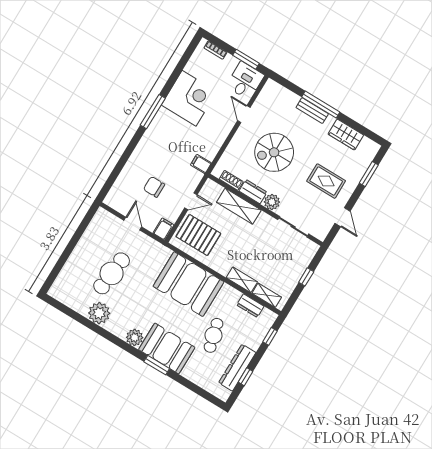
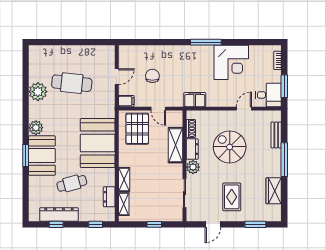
bench: (312, 111) -> (276, 135), moved
filing cabinet: (201, 164) -> (195, 100), width x2.00

